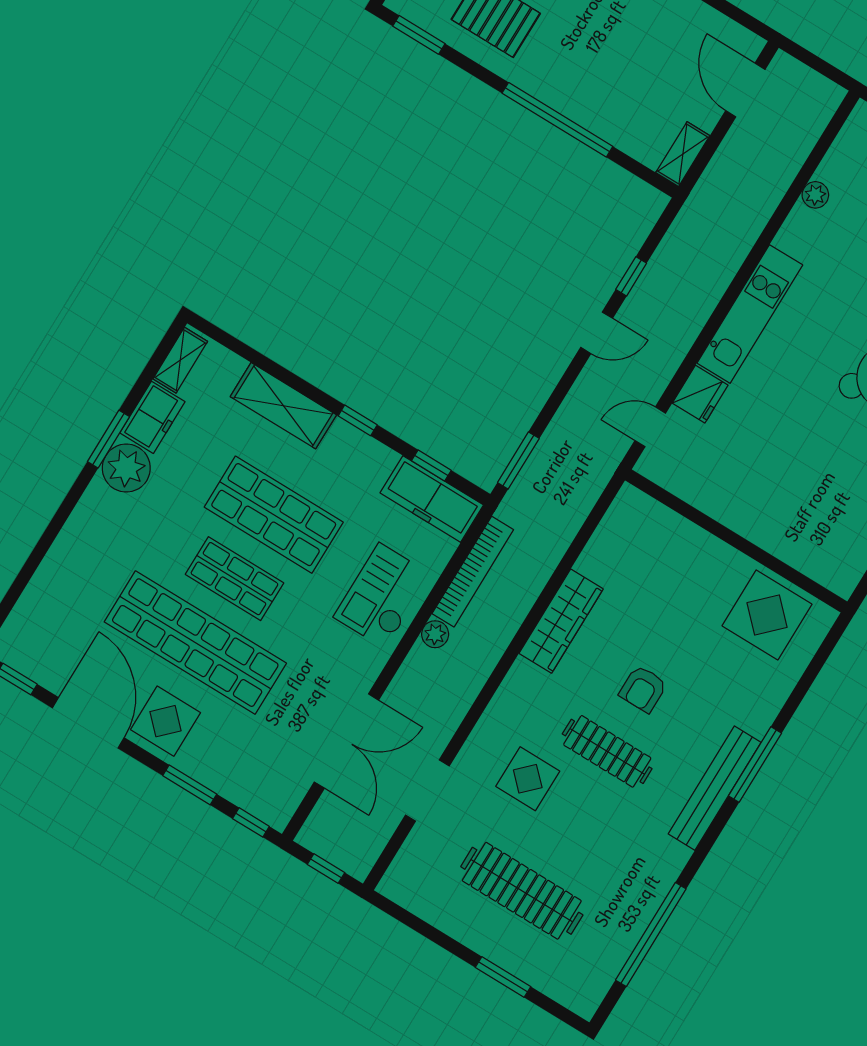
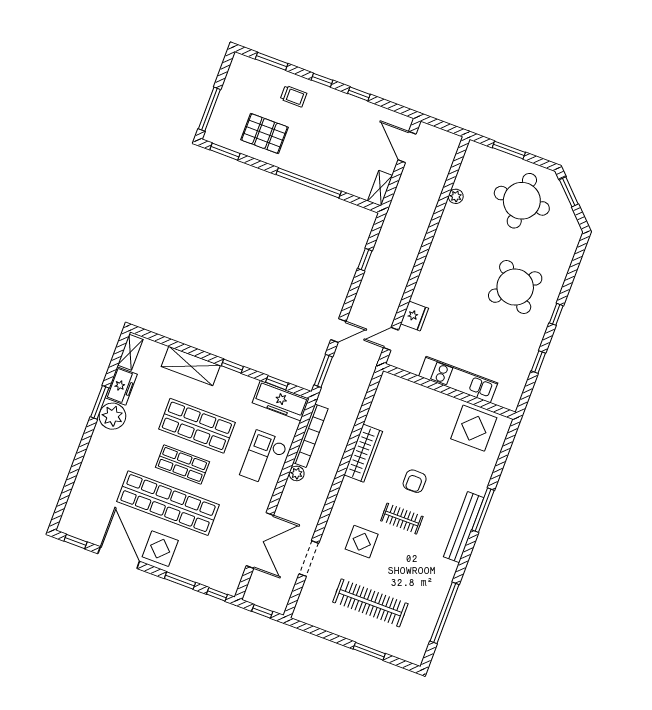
kitchen unit: (750, 314) -> (458, 380), moved, turned -90
door: (597, 333) -> (338, 330), moved
clothes rail: (607, 751) -> (402, 519), width x0.73

